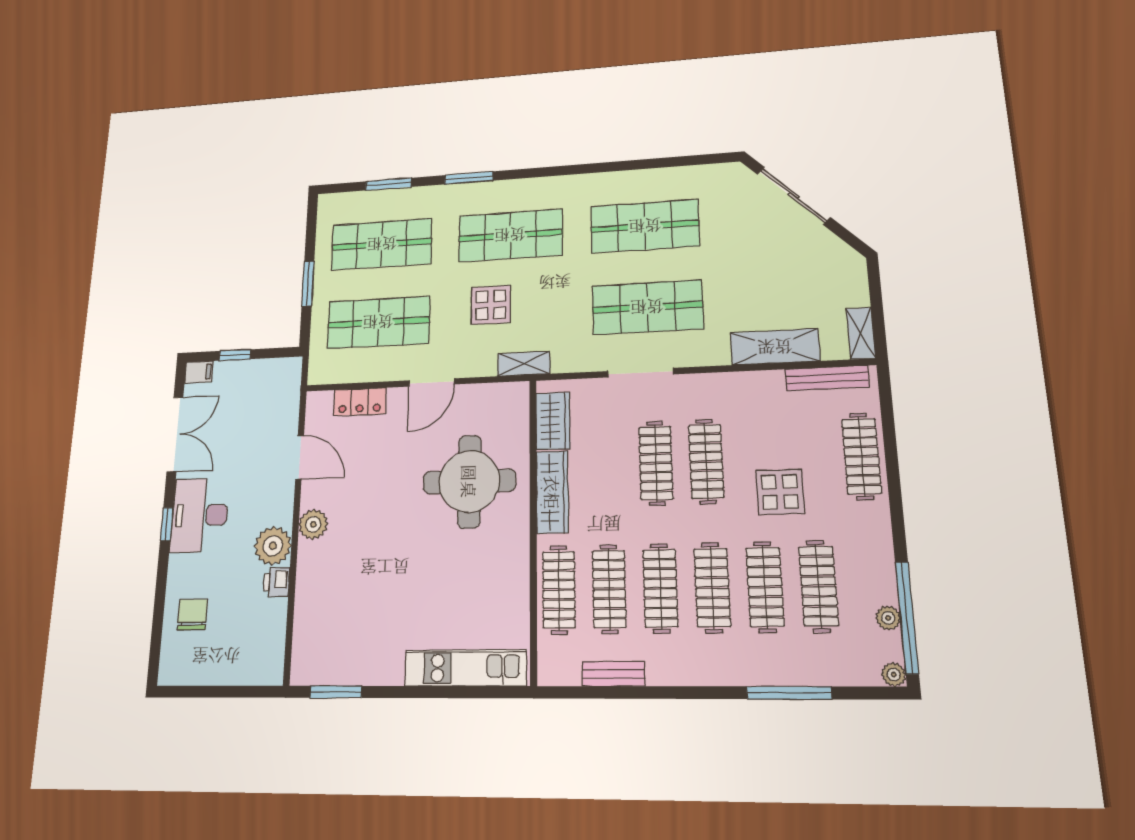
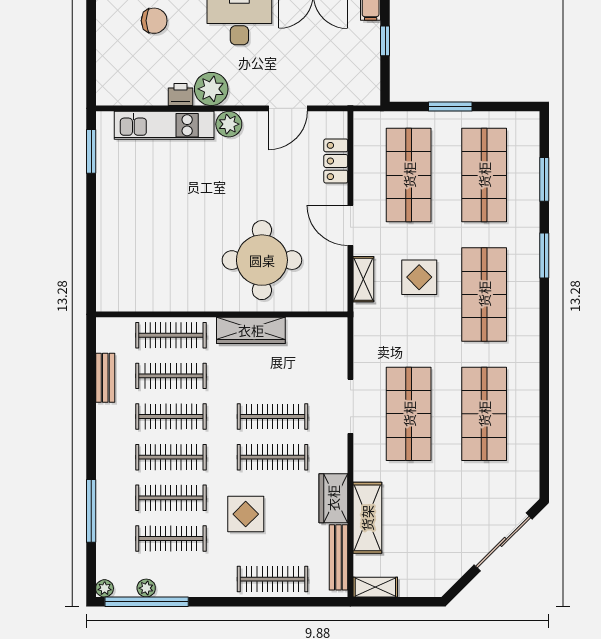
shelving: (524, 364) -> (363, 279), moved
wardrobe: (553, 421) -> (333, 498), moved, turned 90
kitchen unit: (465, 668) -> (164, 125), moved, turned 90

